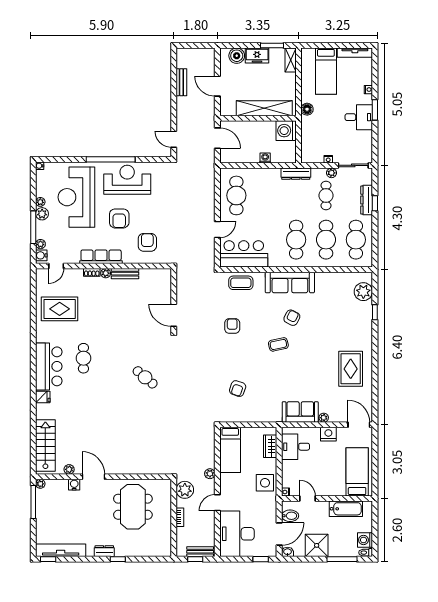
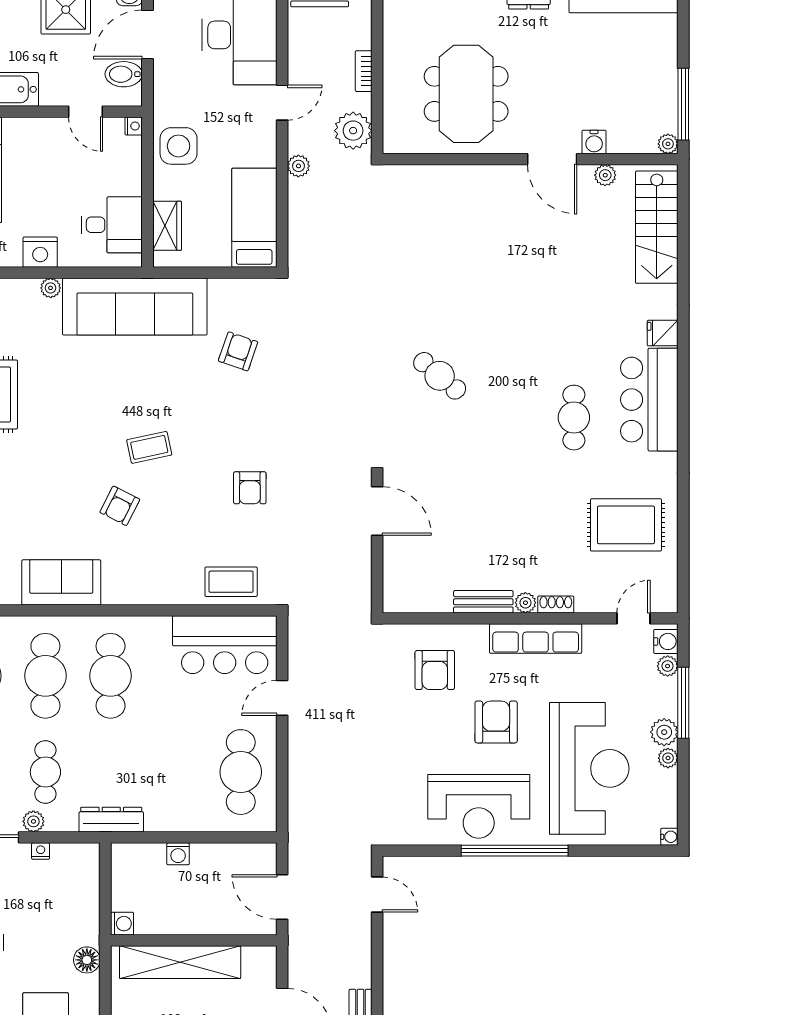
washing machine: (286, 131) -> (122, 924), width x0.53, depth x0.53
sofa: (290, 282) -> (61, 582), moved, width x0.73
sofa: (300, 412) -> (135, 307), width x1.85, depth x1.27

